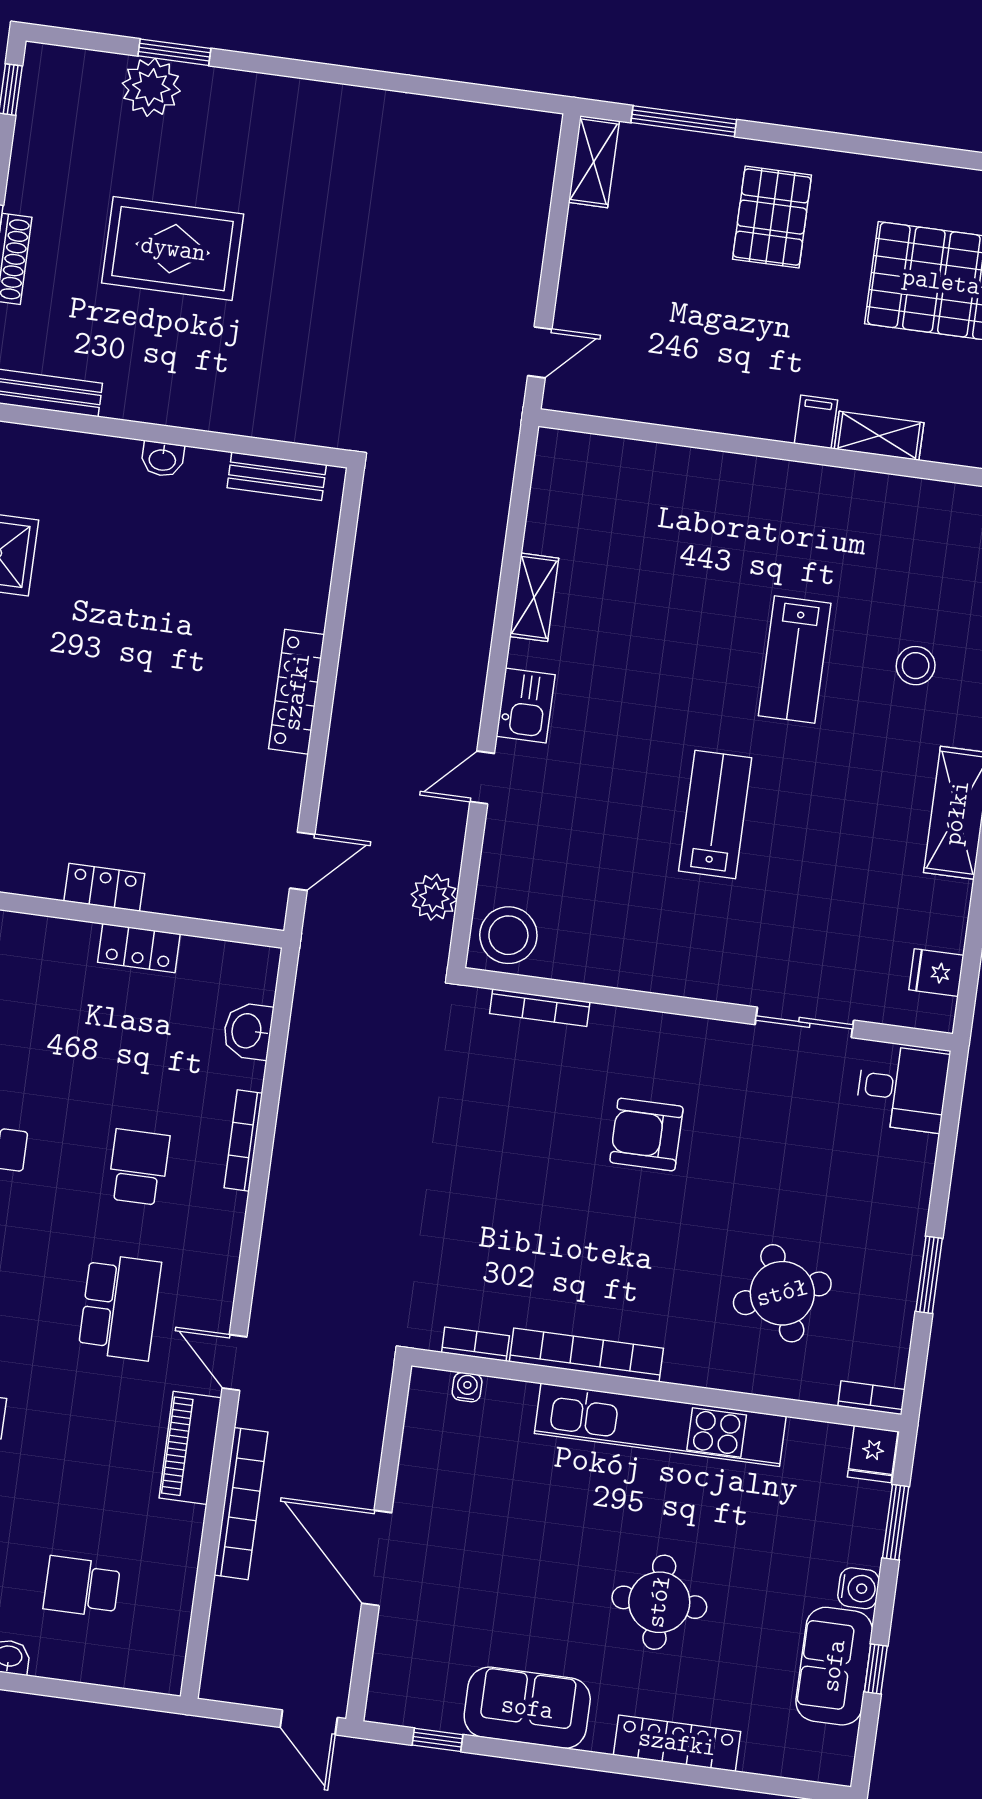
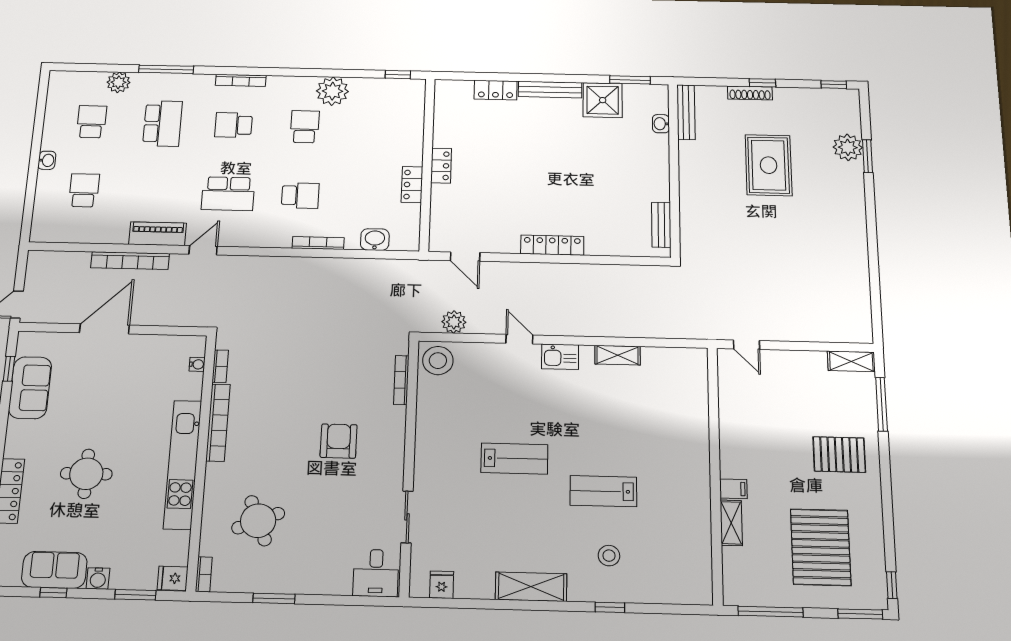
washbasin: (162, 459) -> (661, 124), moved
sofa: (527, 1708) -> (30, 388), moved

